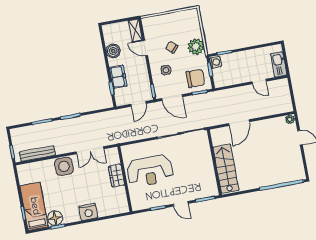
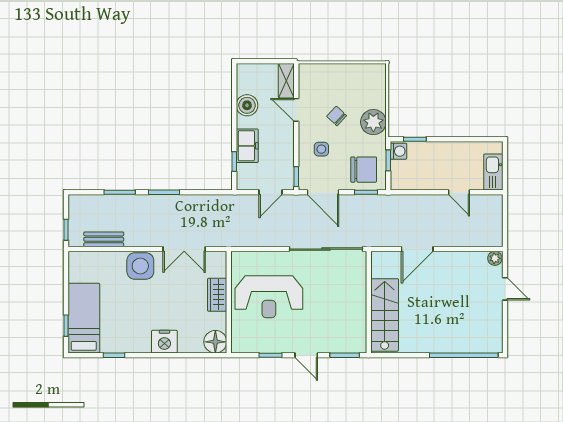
bench: (37, 154) -> (104, 239), width x0.73
floor lamp: (55, 218) -> (215, 342), moved

